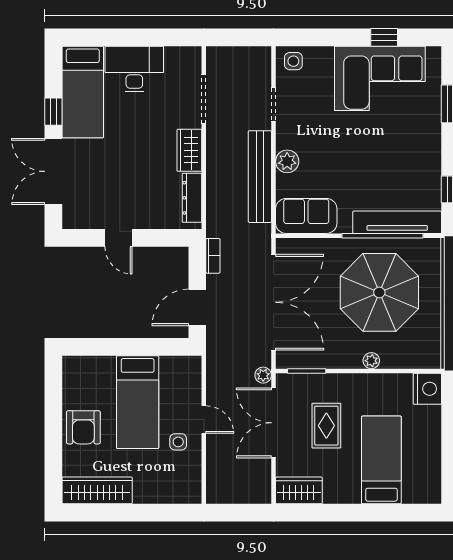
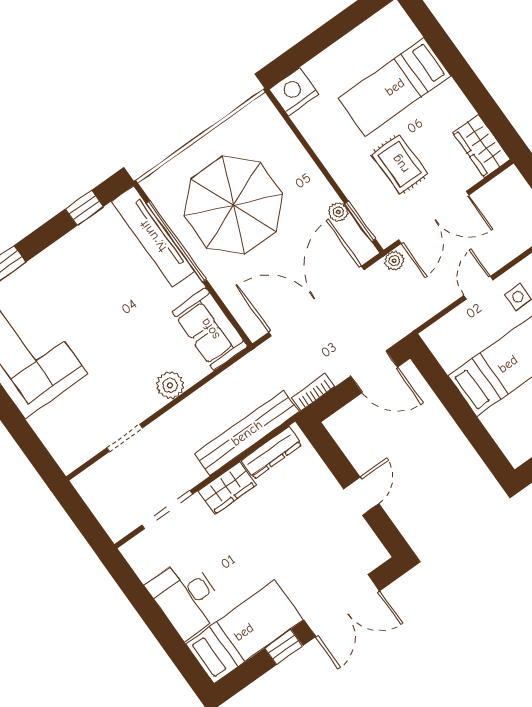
side table: (293, 61) -> (68, 449), removed
bench: (260, 177) -> (247, 433), moved
plant: (371, 361) -> (338, 212), moved
rug: (326, 426) -> (400, 164), turned 90

